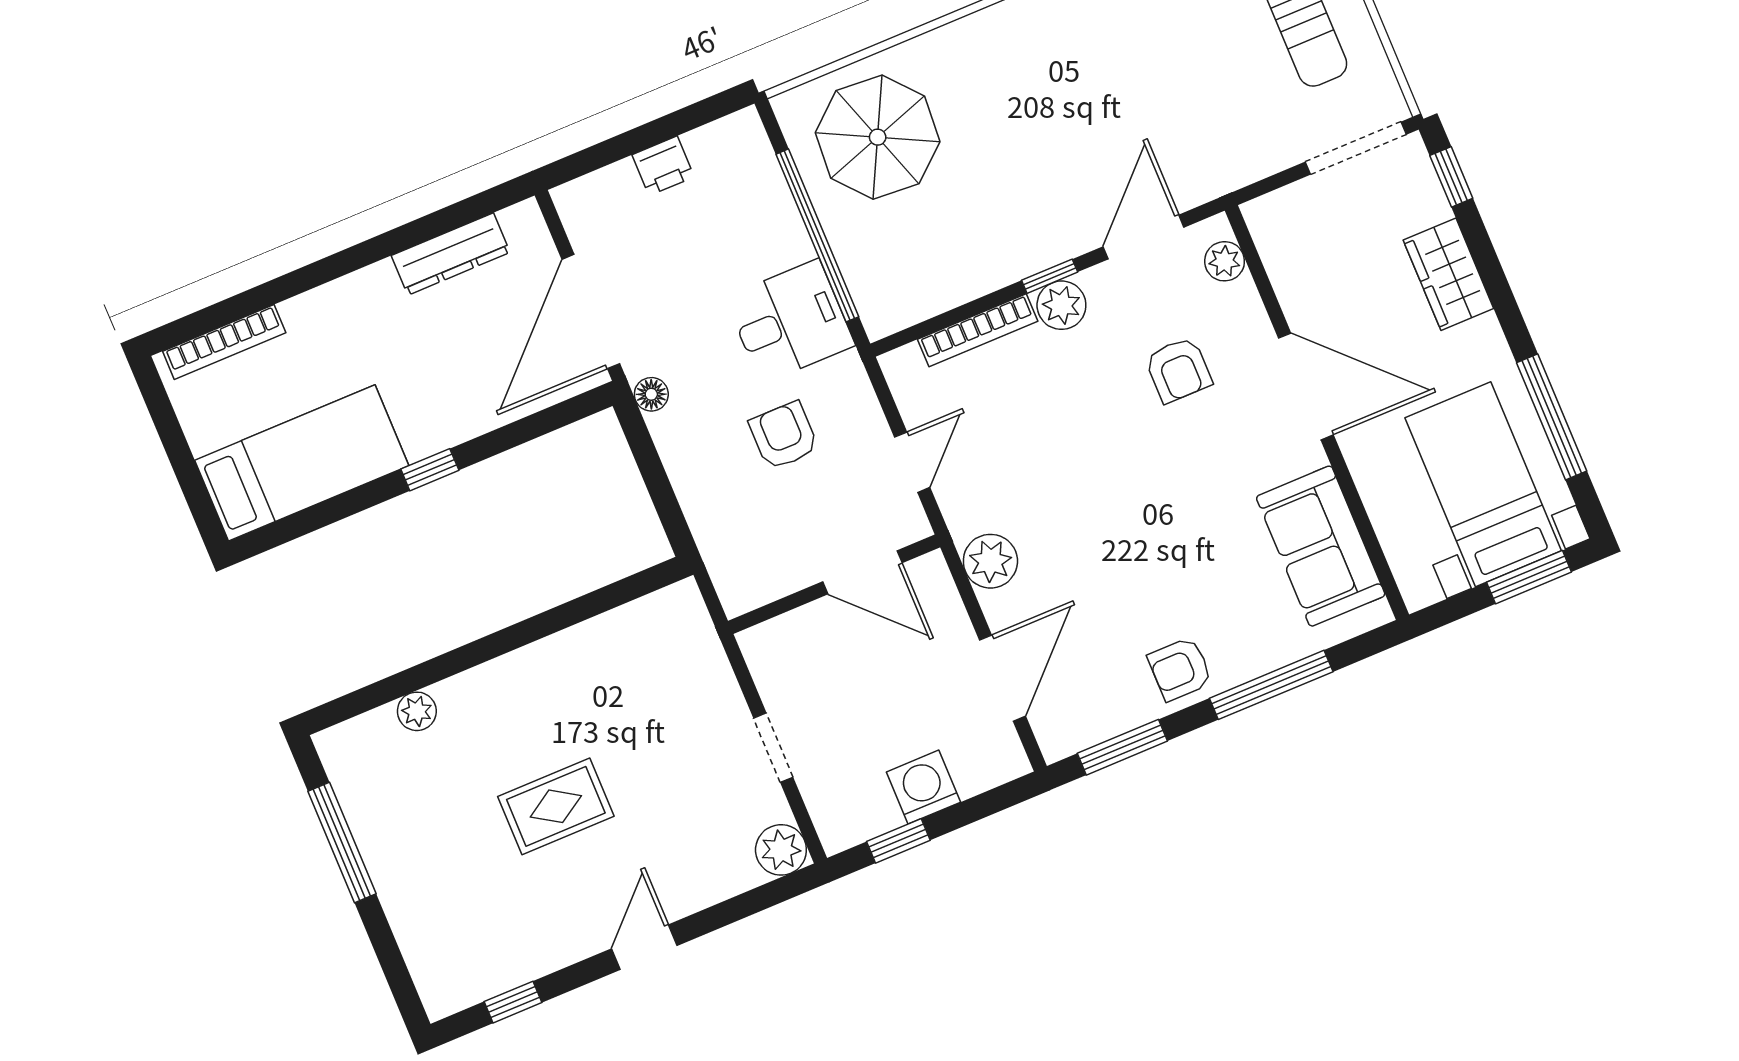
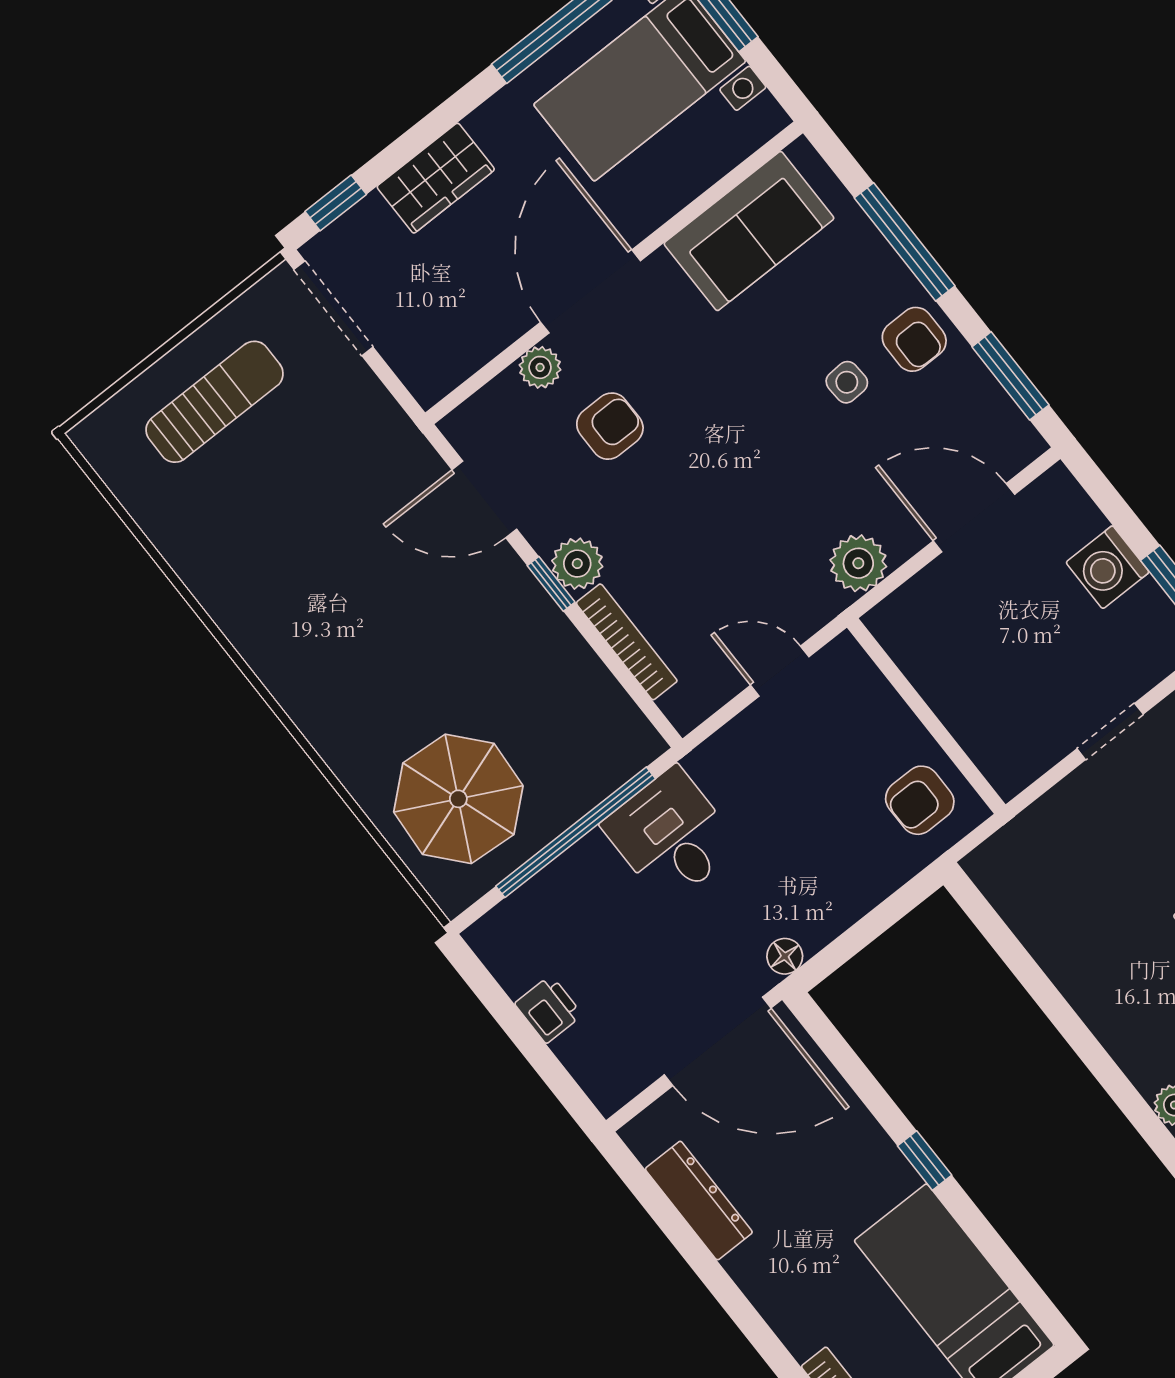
plant: (1225, 261) -> (540, 367), moved
armchair: (784, 436) -> (920, 800), moved
door: (862, 572) -> (906, 690), removed
side table: (1158, 597) -> (847, 382), added

